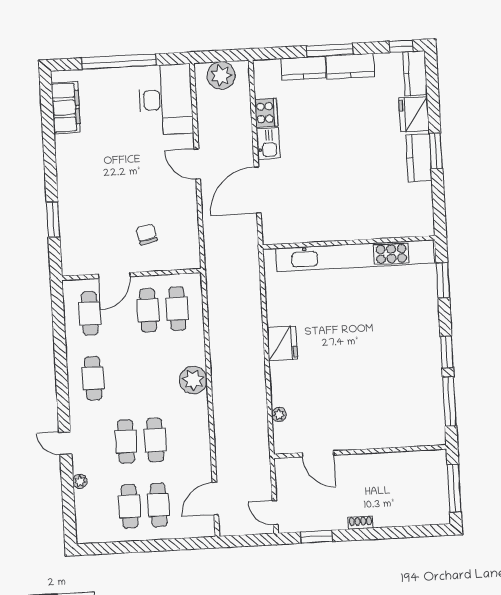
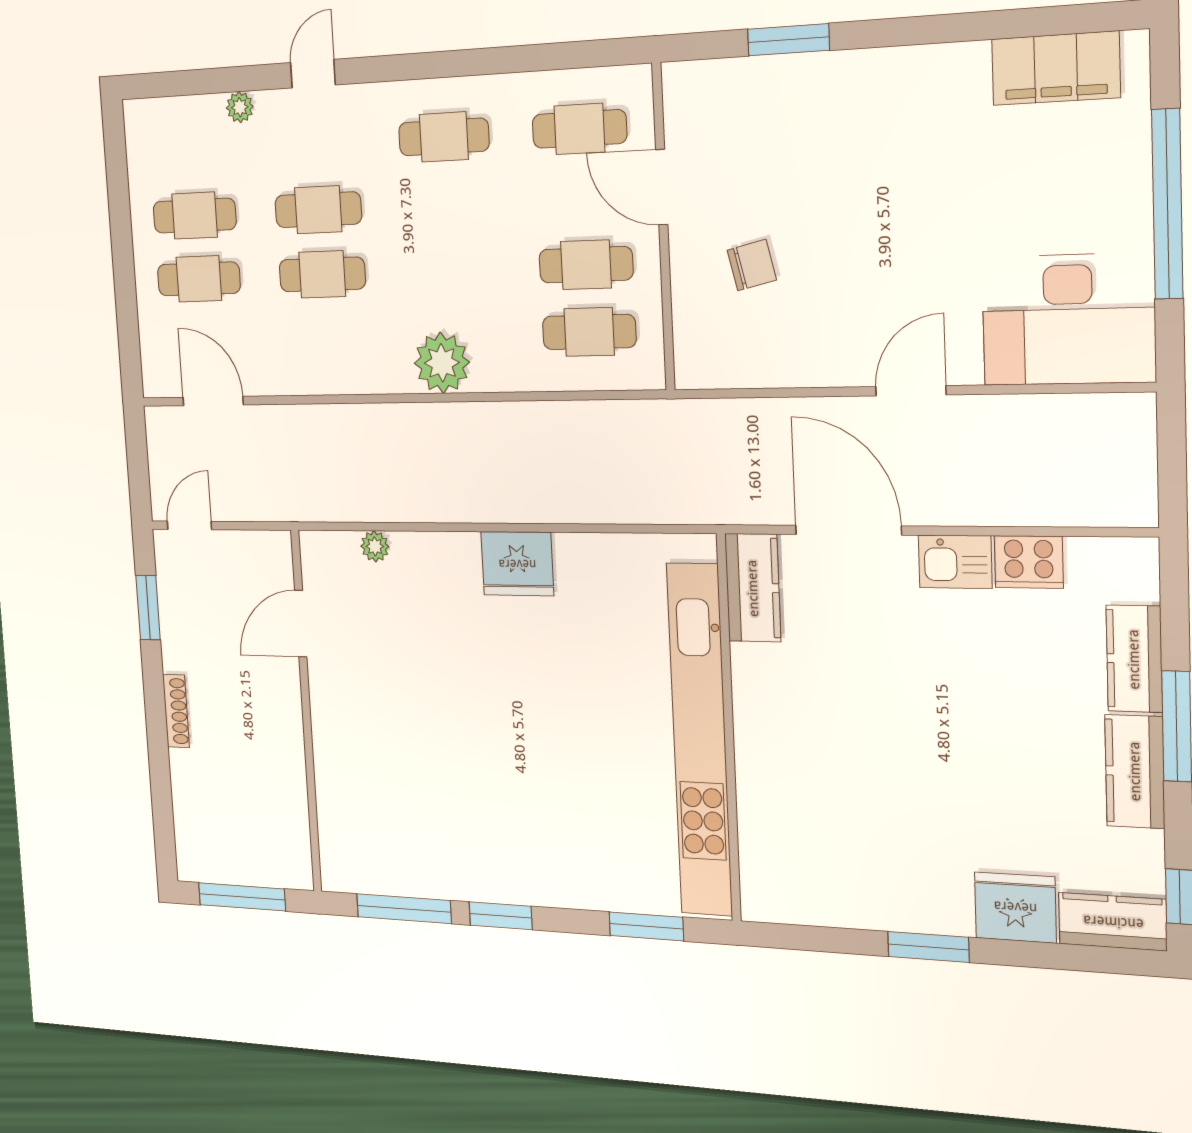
plant: (221, 76) -> (1123, 458), removed
kitchen counter: (419, 158) -> (753, 588), moved, turned 90
shoe rack: (361, 523) -> (176, 711), width x1.43

